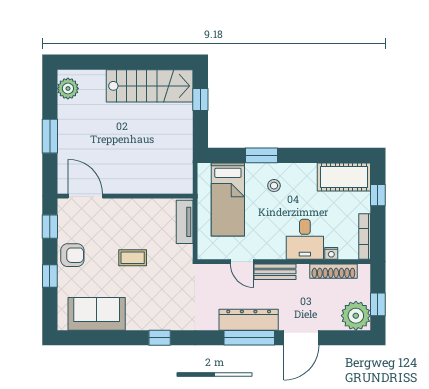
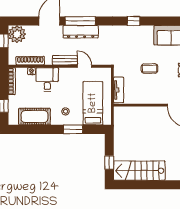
cot: (344, 177) -> (34, 117), moved

